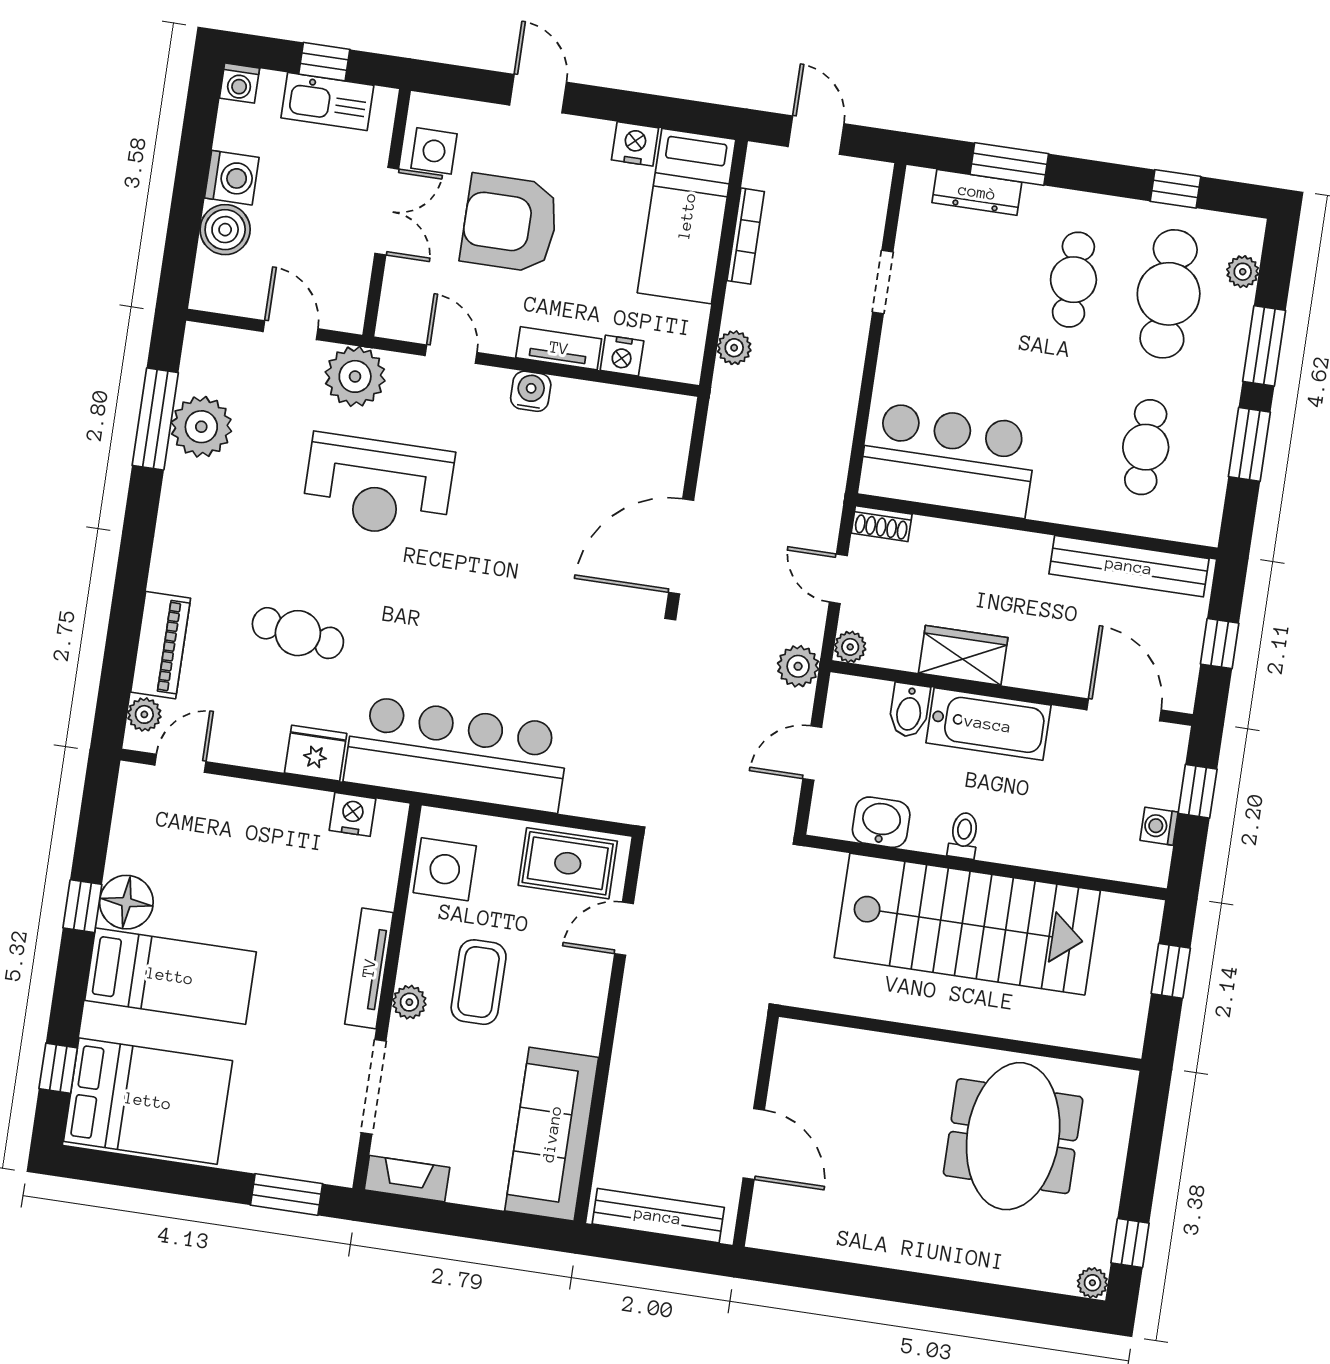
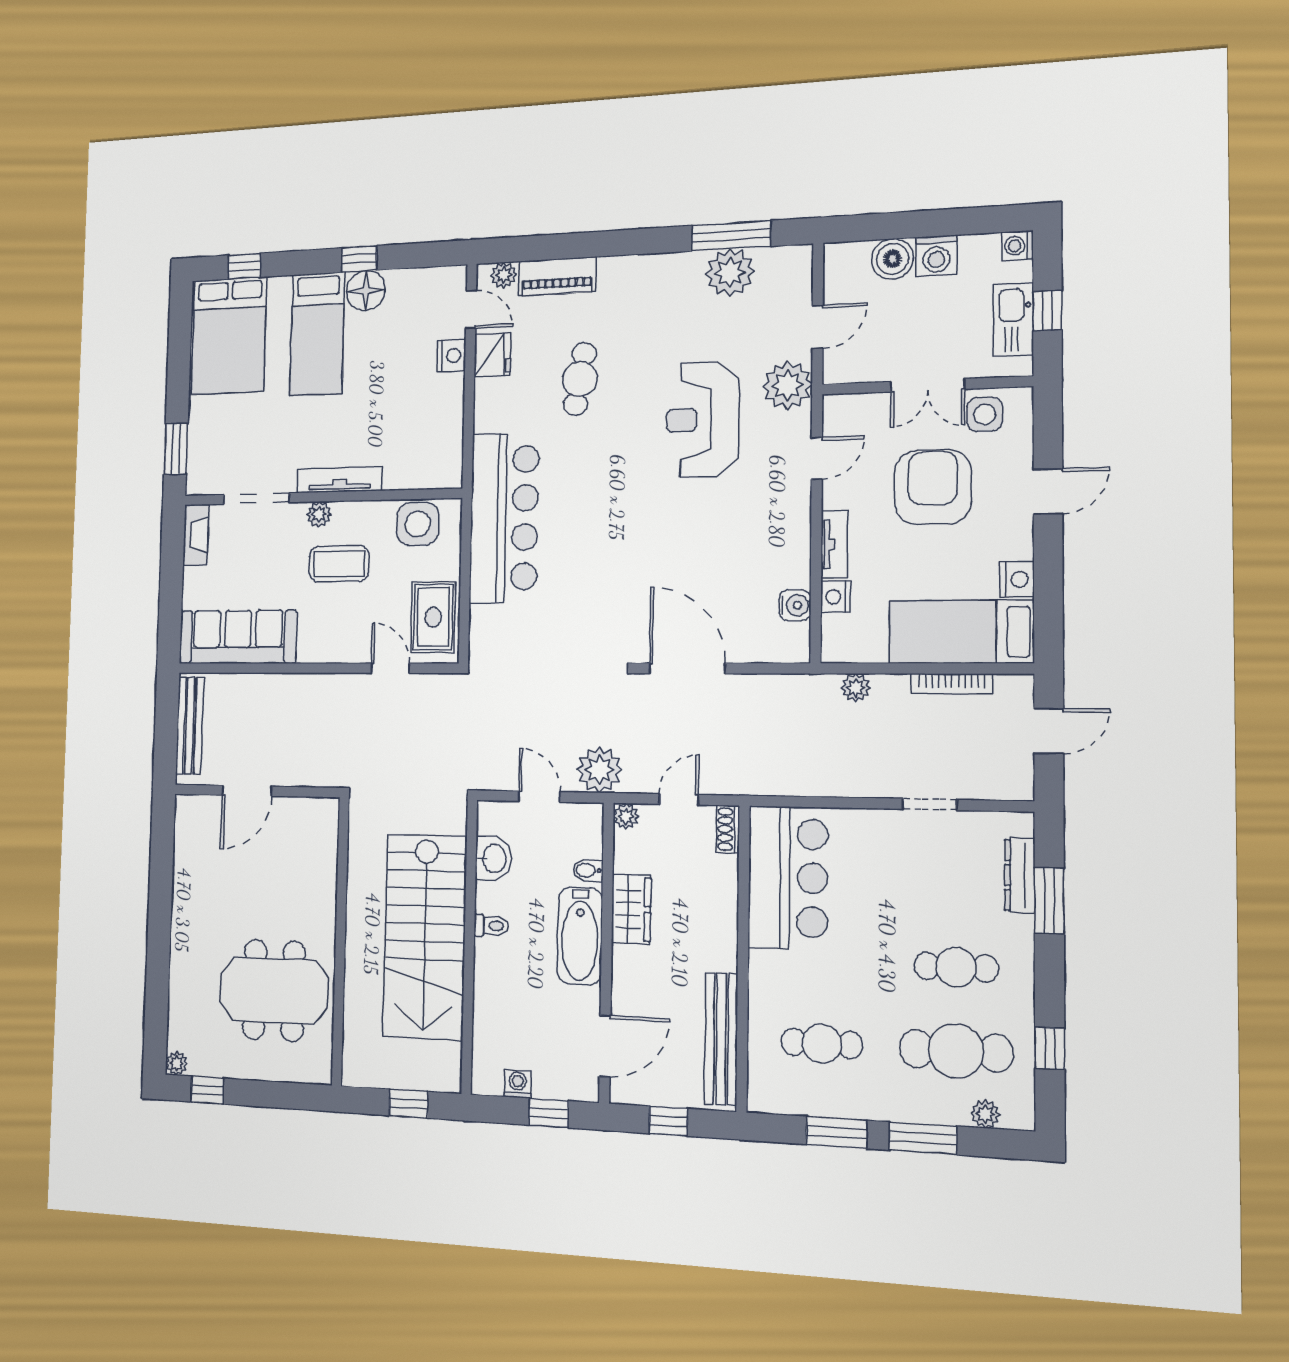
water cooler: (531, 391) -> (795, 605), moved
plant: (798, 666) -> (599, 770), width x1.36, depth x1.36
bidet: (909, 710) -> (588, 870), width x0.72, depth x0.74
fridge: (316, 753) -> (492, 355), moved
nightstand: (352, 814) -> (451, 356), moved

